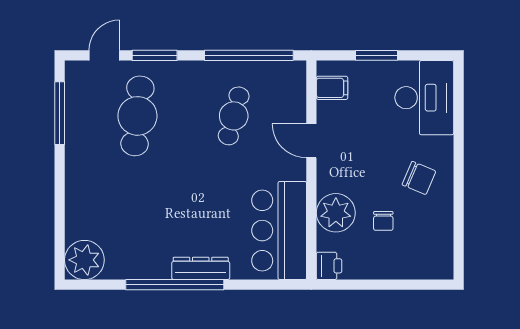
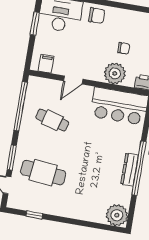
window: (376, 55) -> (35, 24), moved
window: (60, 113) -> (34, 215), width x0.46
chair: (419, 178) -> (97, 16), moved, turned 67
dresser: (201, 268) -> (130, 169), moved

